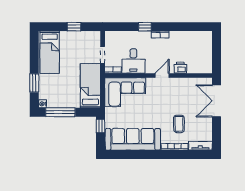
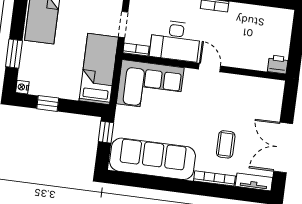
desk: (133, 61) -> (175, 41), width x1.37
printer: (180, 68) -> (278, 64), moved
door: (162, 75) -> (210, 68), hinge flipped
double door: (216, 101) -> (283, 147), moved
window: (60, 112) -> (48, 103), width x0.46

